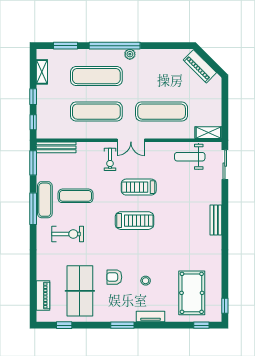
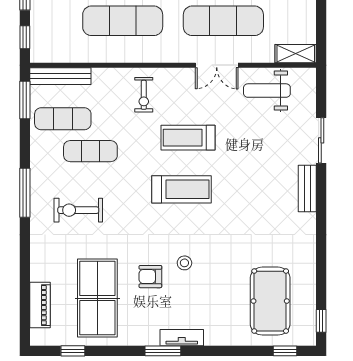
double door: (131, 140) -> (217, 65), moved
sliding door: (225, 165) -> (321, 140), moved
exercise mat: (45, 200) -> (63, 119), moved, turned 90
window: (33, 209) -> (25, 193), moved
exercise bike: (68, 234) -> (78, 210), turned 180
stool: (146, 281) -> (184, 263), moved
tv unit: (150, 317) -> (182, 338), moved

